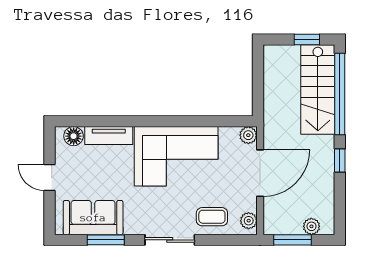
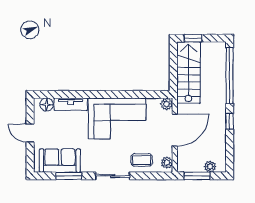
window: (307, 40) -> (193, 38), moved
stairs: (318, 90) -> (188, 73), moved, turned 180

